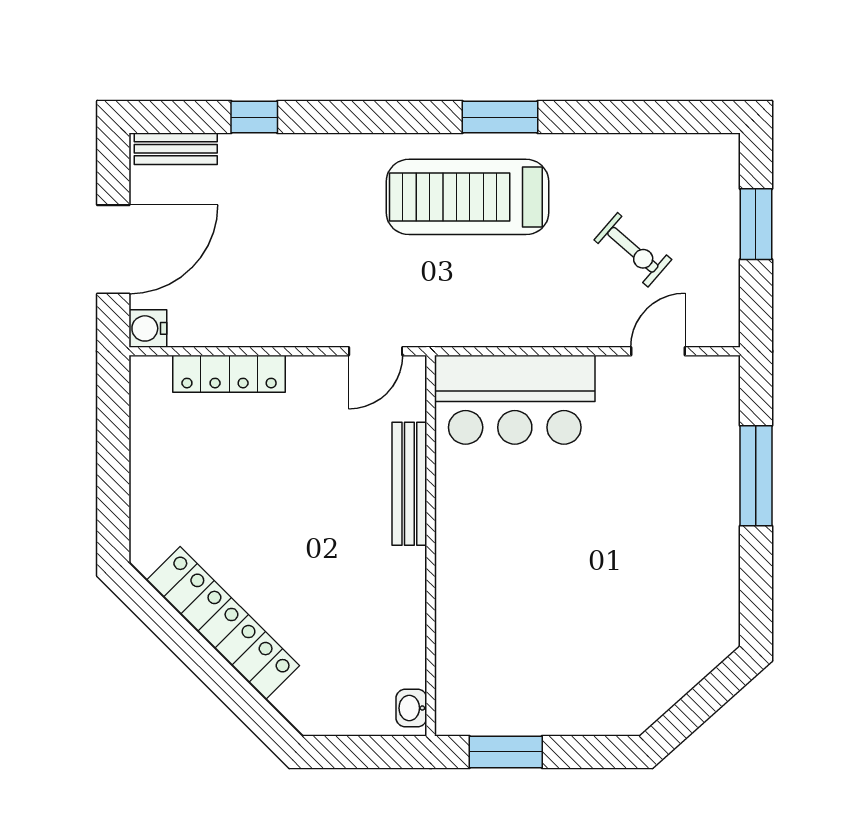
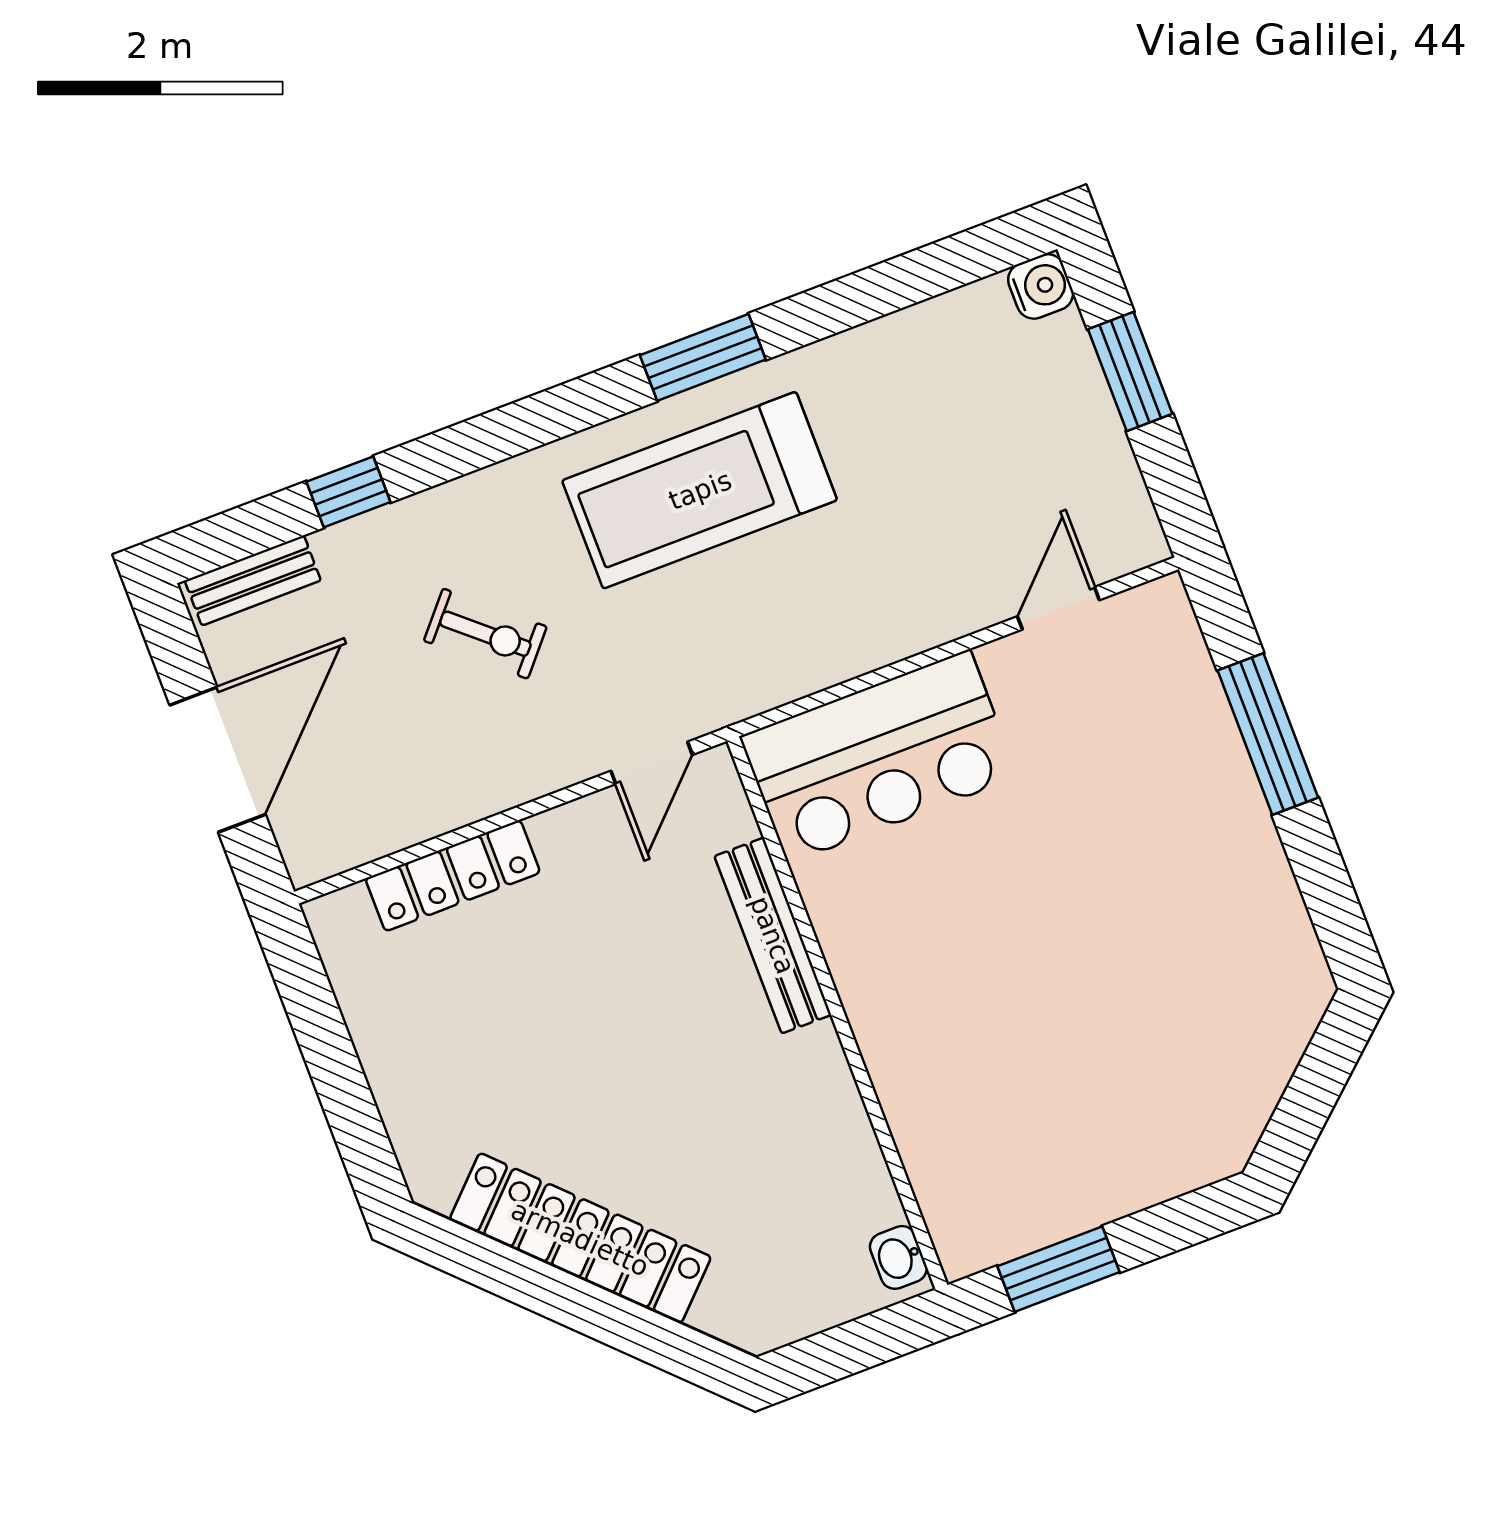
exercise bike: (633, 250) -> (485, 634), moved
water cooler: (148, 328) -> (1041, 286), moved, turned 180

